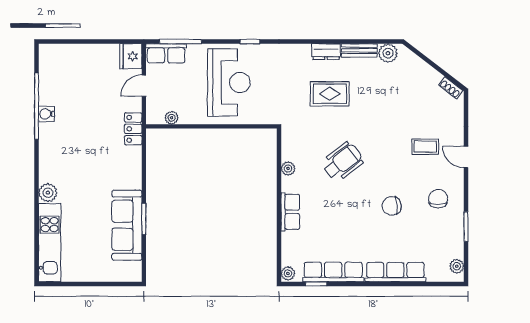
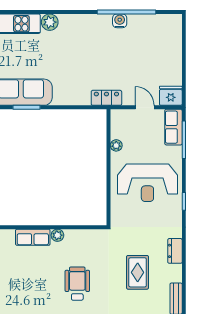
dresser: (326, 52) -> (175, 251), moved
plant: (172, 118) -> (116, 145), moved
wheelchair: (342, 162) -> (77, 284), turned -142
plant: (288, 168) -> (57, 235), moved

